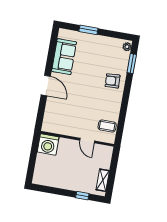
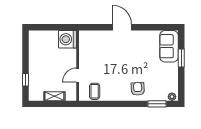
sofa: (64, 57) -> (169, 46), moved, turned 90
door: (46, 86) -> (122, 27), swing flipped
shelving: (103, 180) -> (54, 96), moved

